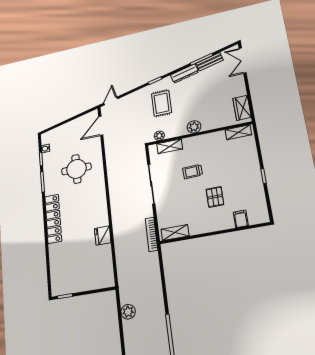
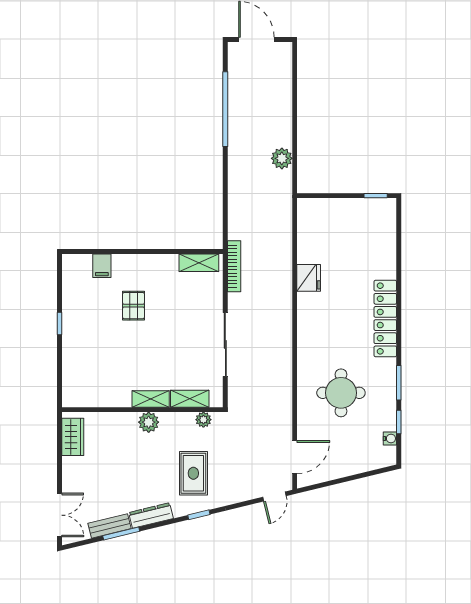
shelving: (238, 132) -> (151, 399), moved
trolley: (193, 172) -> (161, 351), removed

